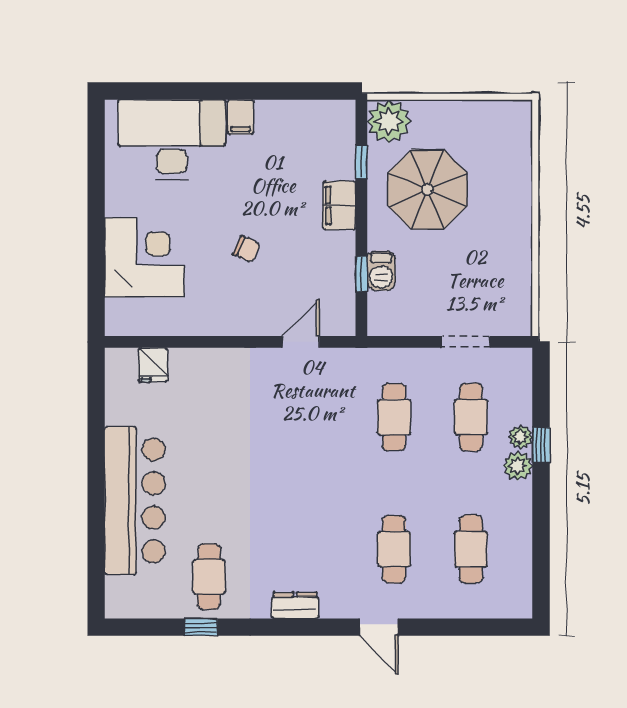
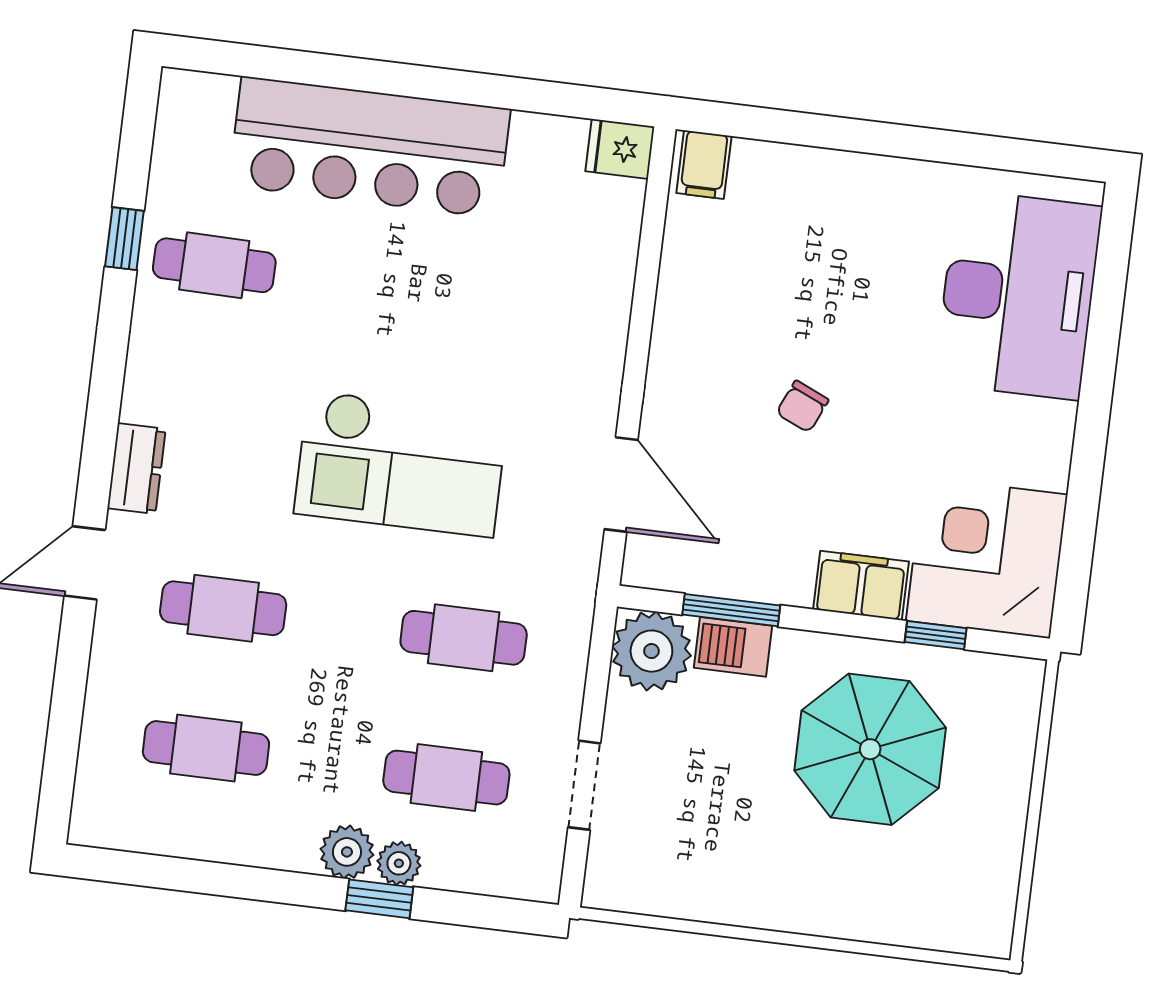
filing cabinet: (241, 117) -> (704, 165), moved, turned -90
plant: (389, 121) -> (651, 651), moved
corner desk: (144, 257) -> (987, 558), moved, turned 180
window: (361, 274) -> (731, 610), width x1.50
door: (301, 342) -> (621, 485), width x1.38
fridge: (153, 365) -> (620, 149), moved
checkout: (304, 463) -> (401, 464), added
dresser: (295, 605) -> (136, 469), moved

